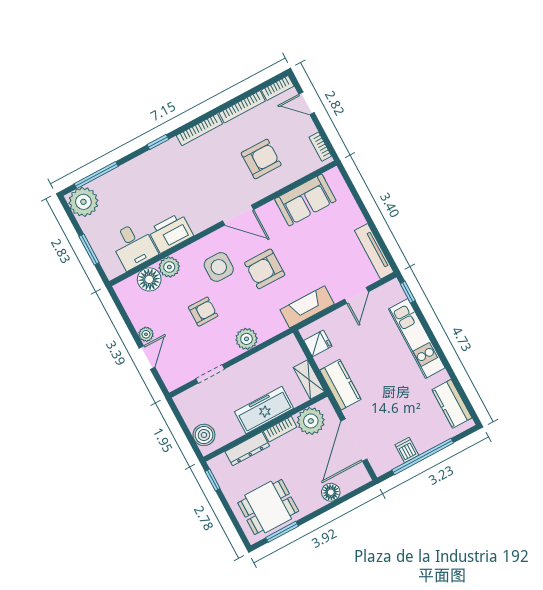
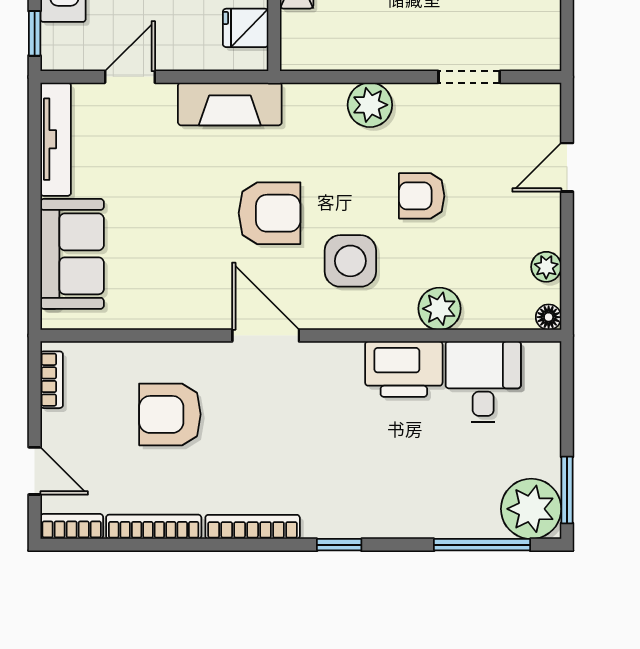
sofa: (305, 200) -> (72, 254), moved, turned 90
window: (89, 250) -> (567, 490), moved
floor lamp: (149, 279) -> (549, 317), moved, width x0.53, depth x0.53
plant: (146, 334) -> (546, 267), moved

